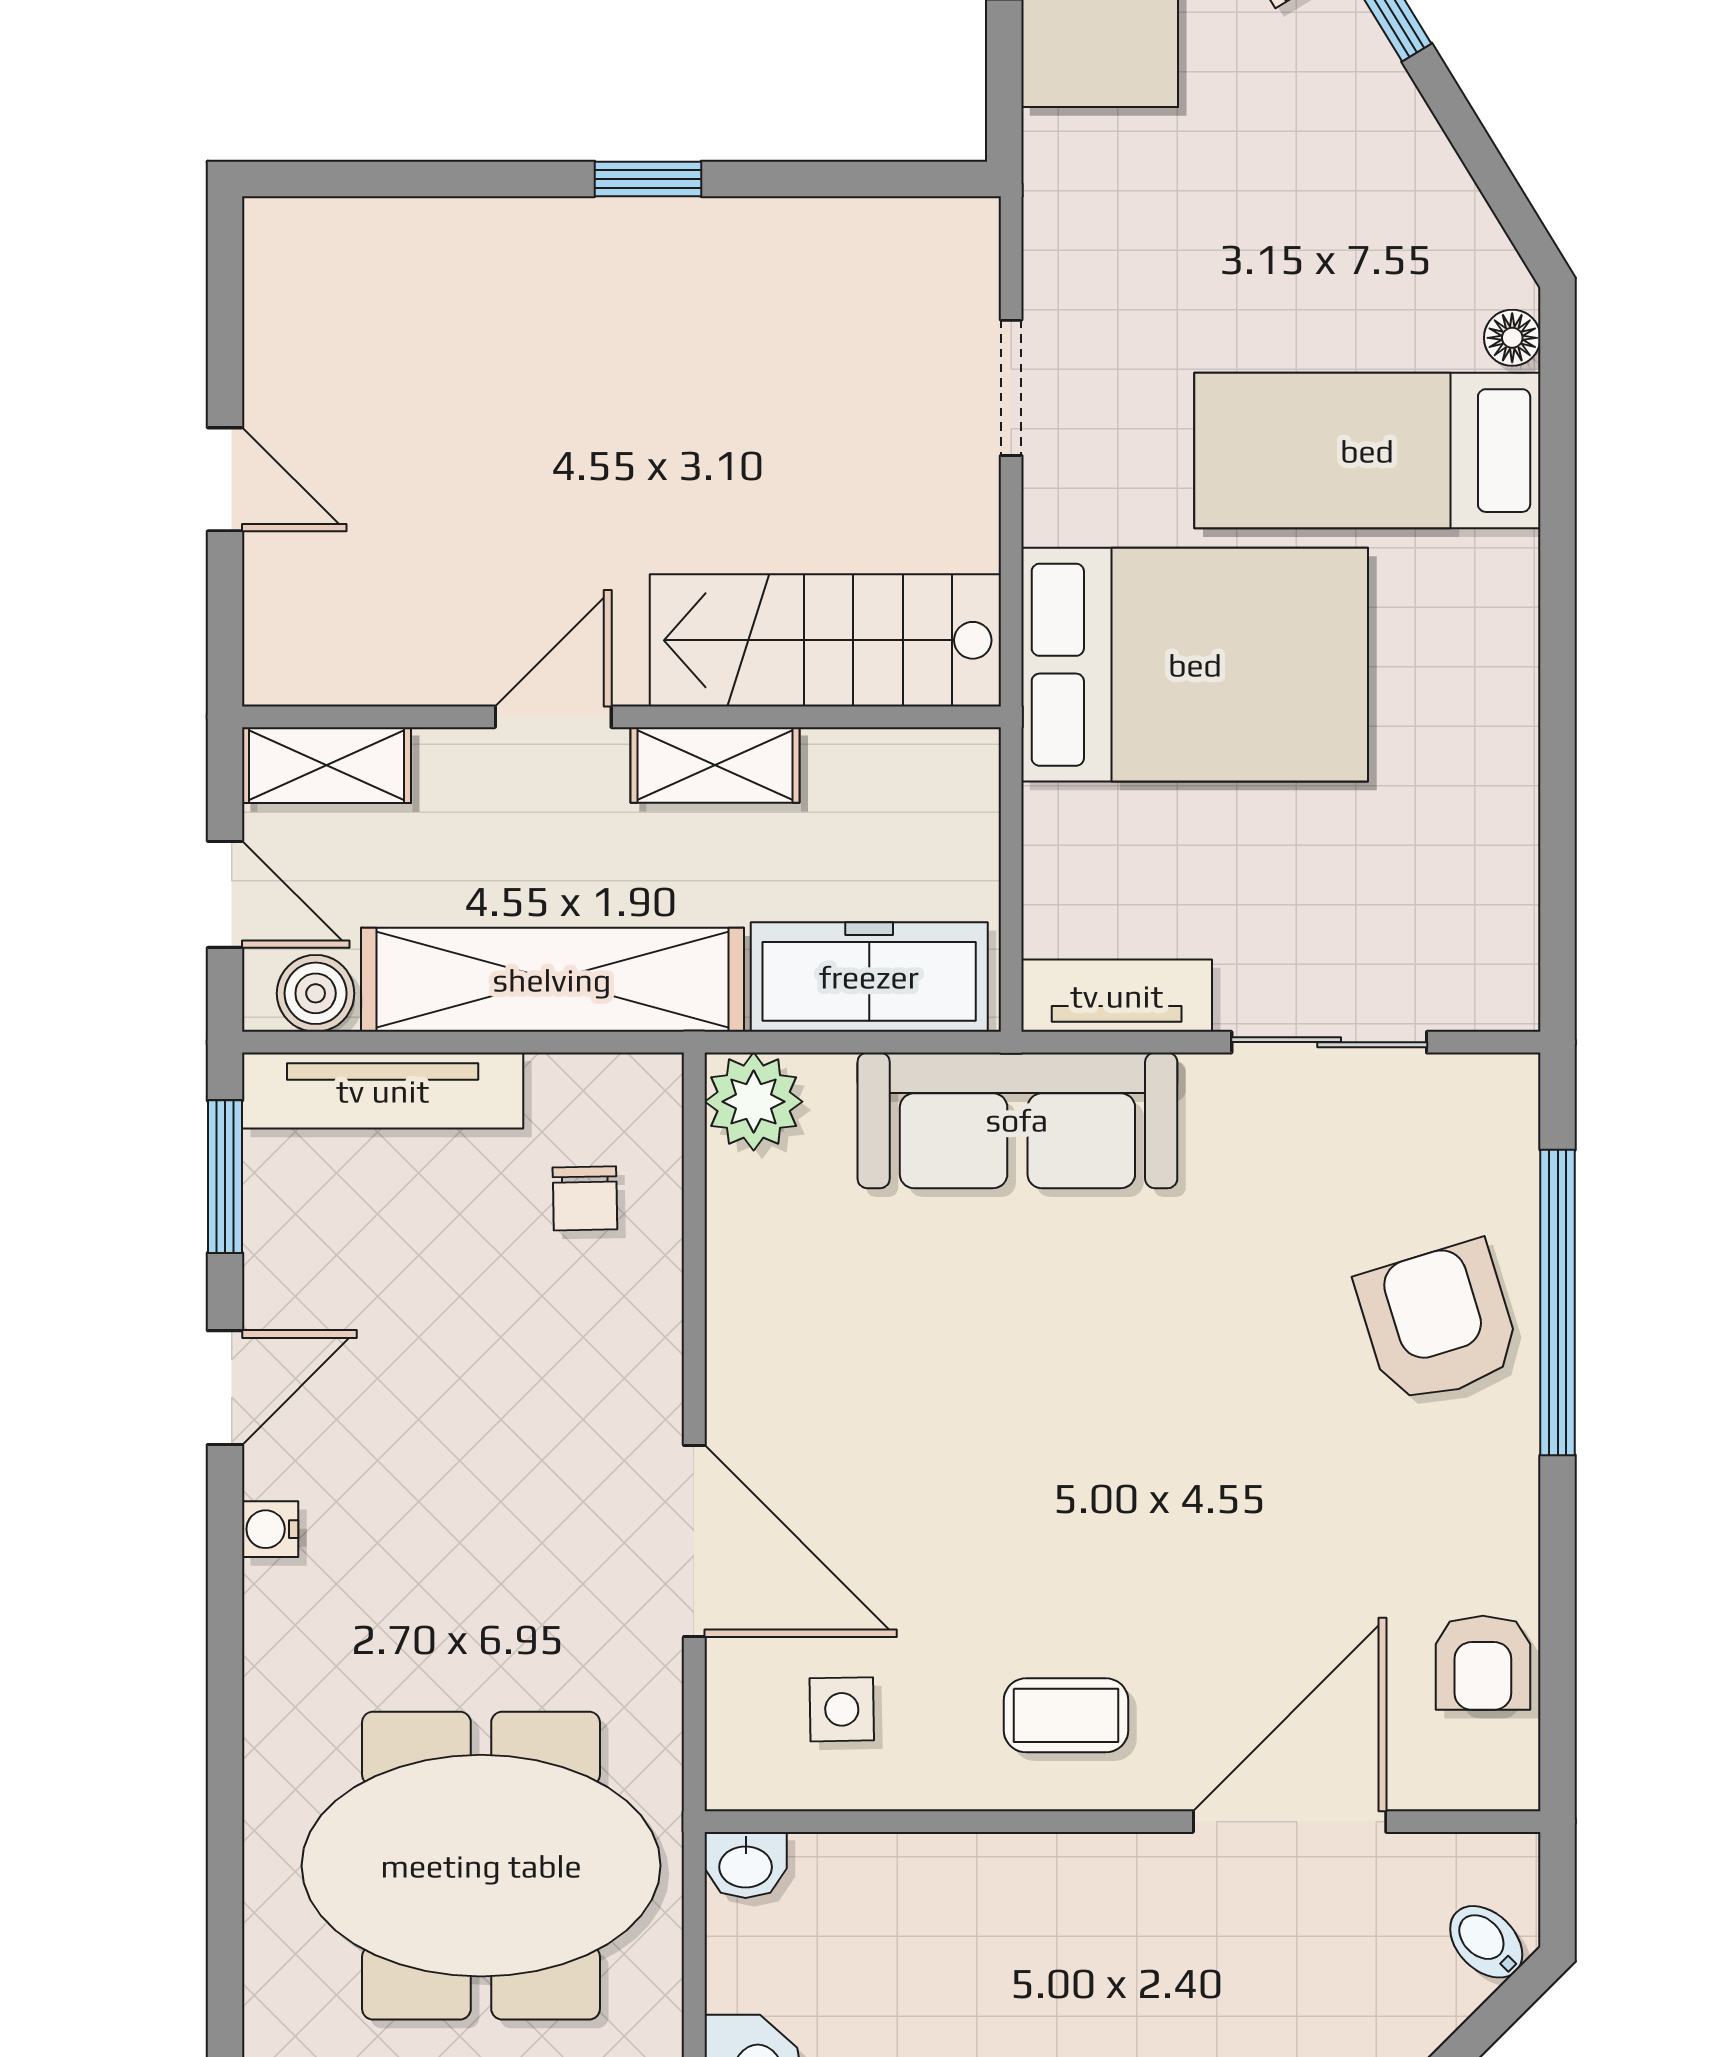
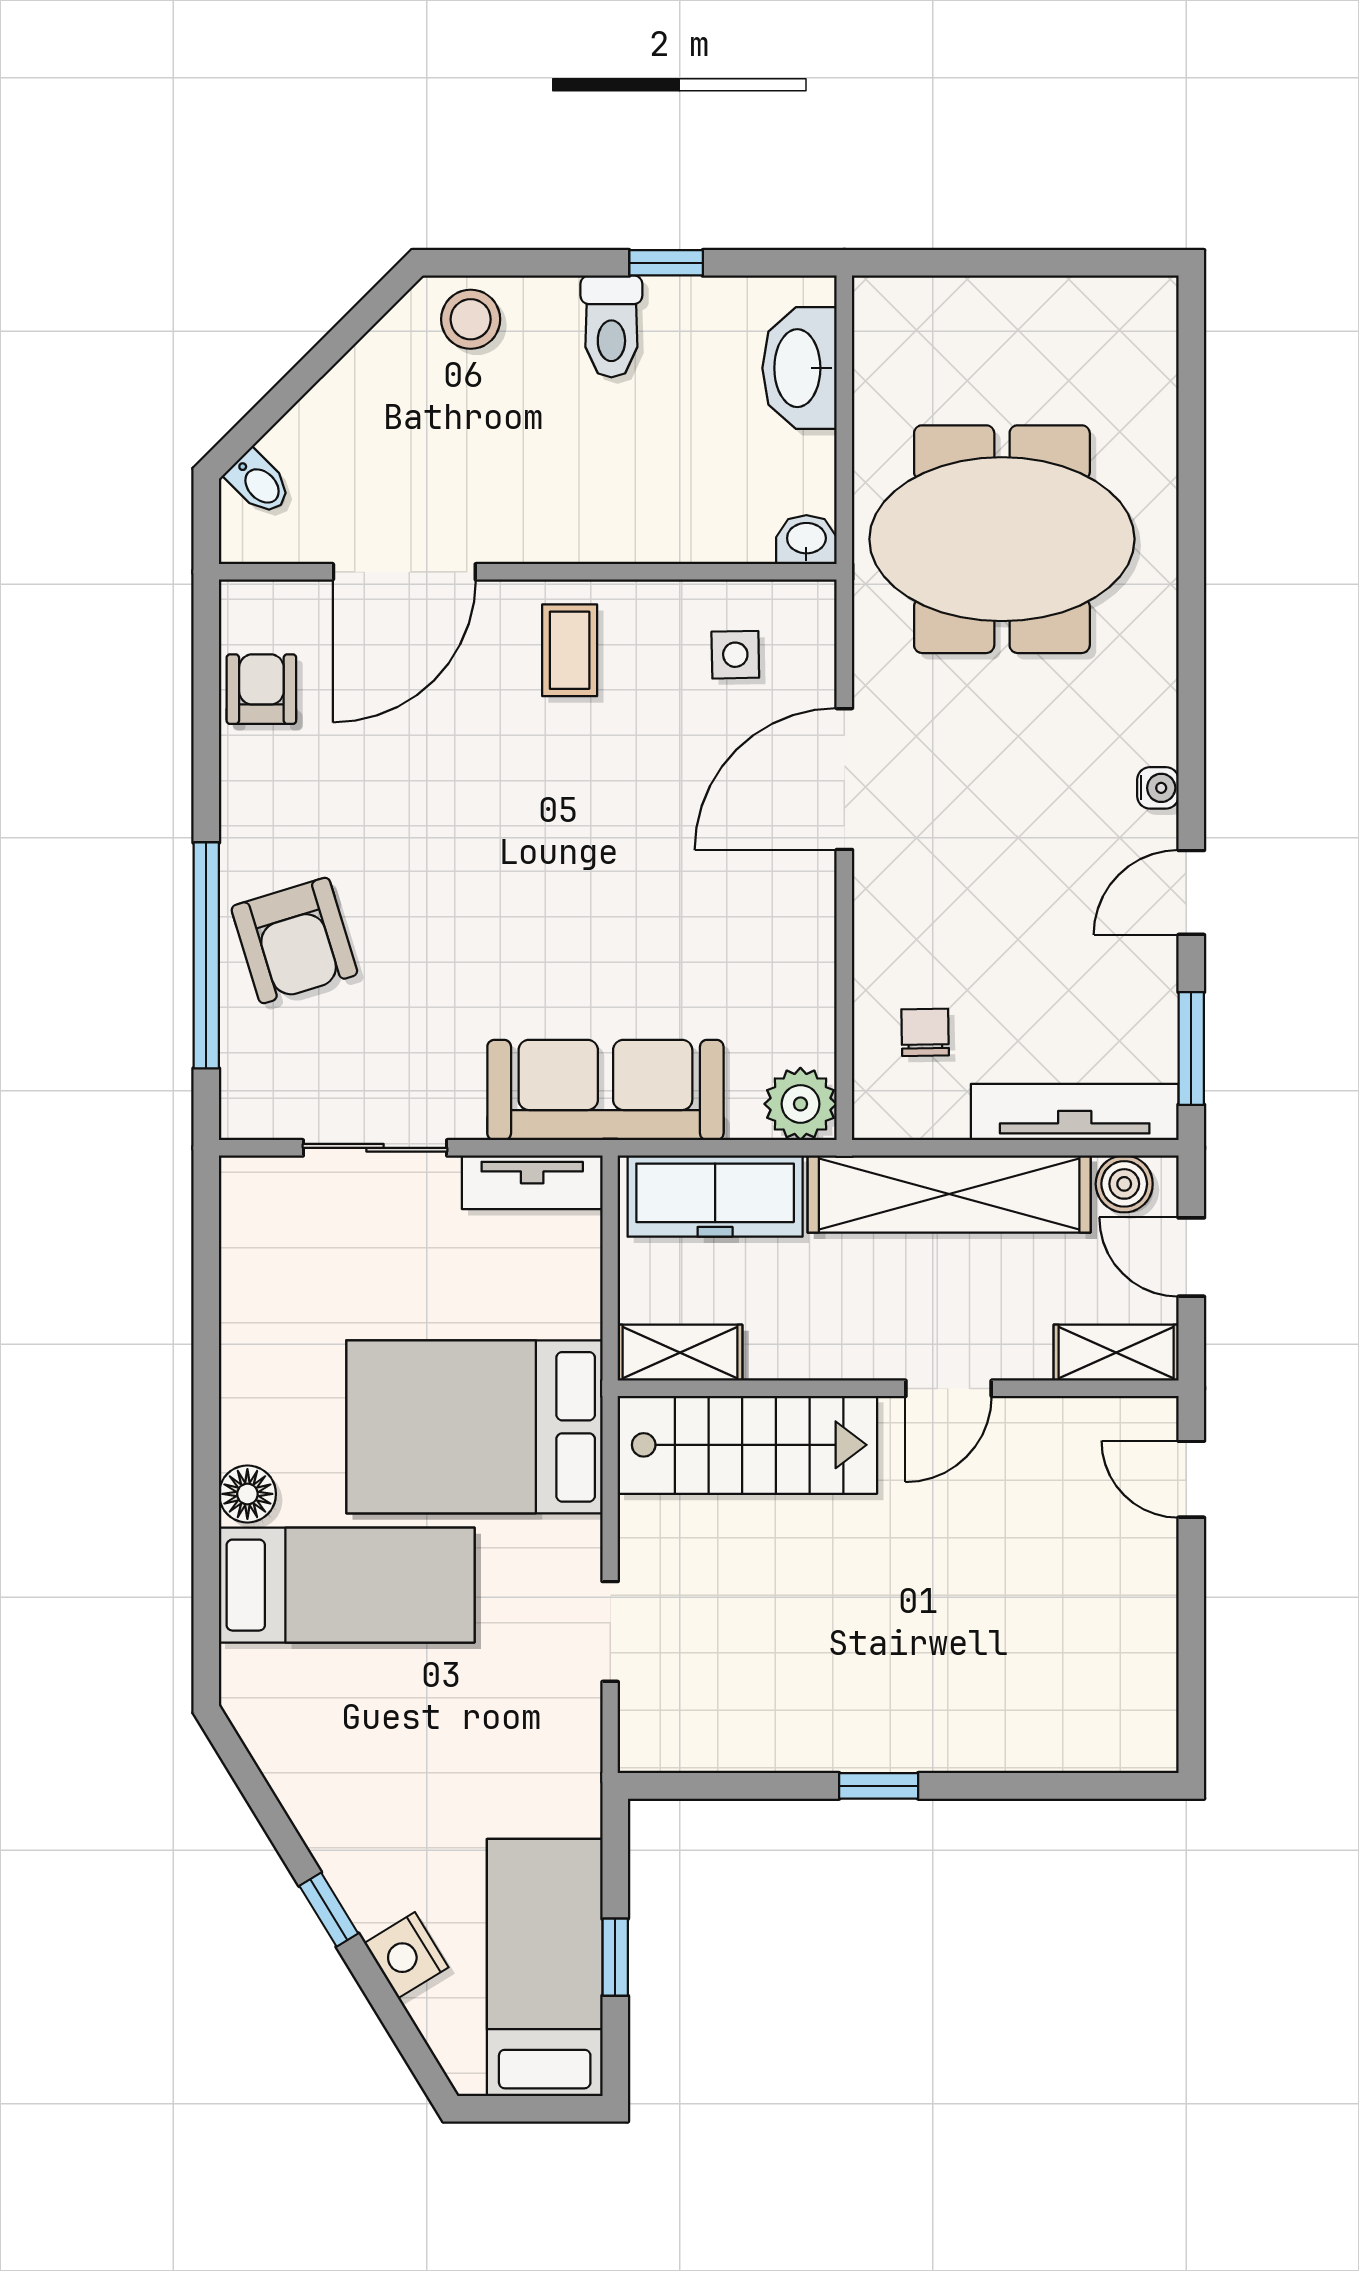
floor lamp: (1512, 338) -> (247, 1494), moved, width x1.37, depth x1.37
door: (225, 479) -> (1191, 1479), moved
shelving: (715, 765) -> (680, 1353), moved
door: (694, 1541) -> (844, 779), hinge flipped
coffee table: (1066, 1715) -> (570, 650), turned 90

